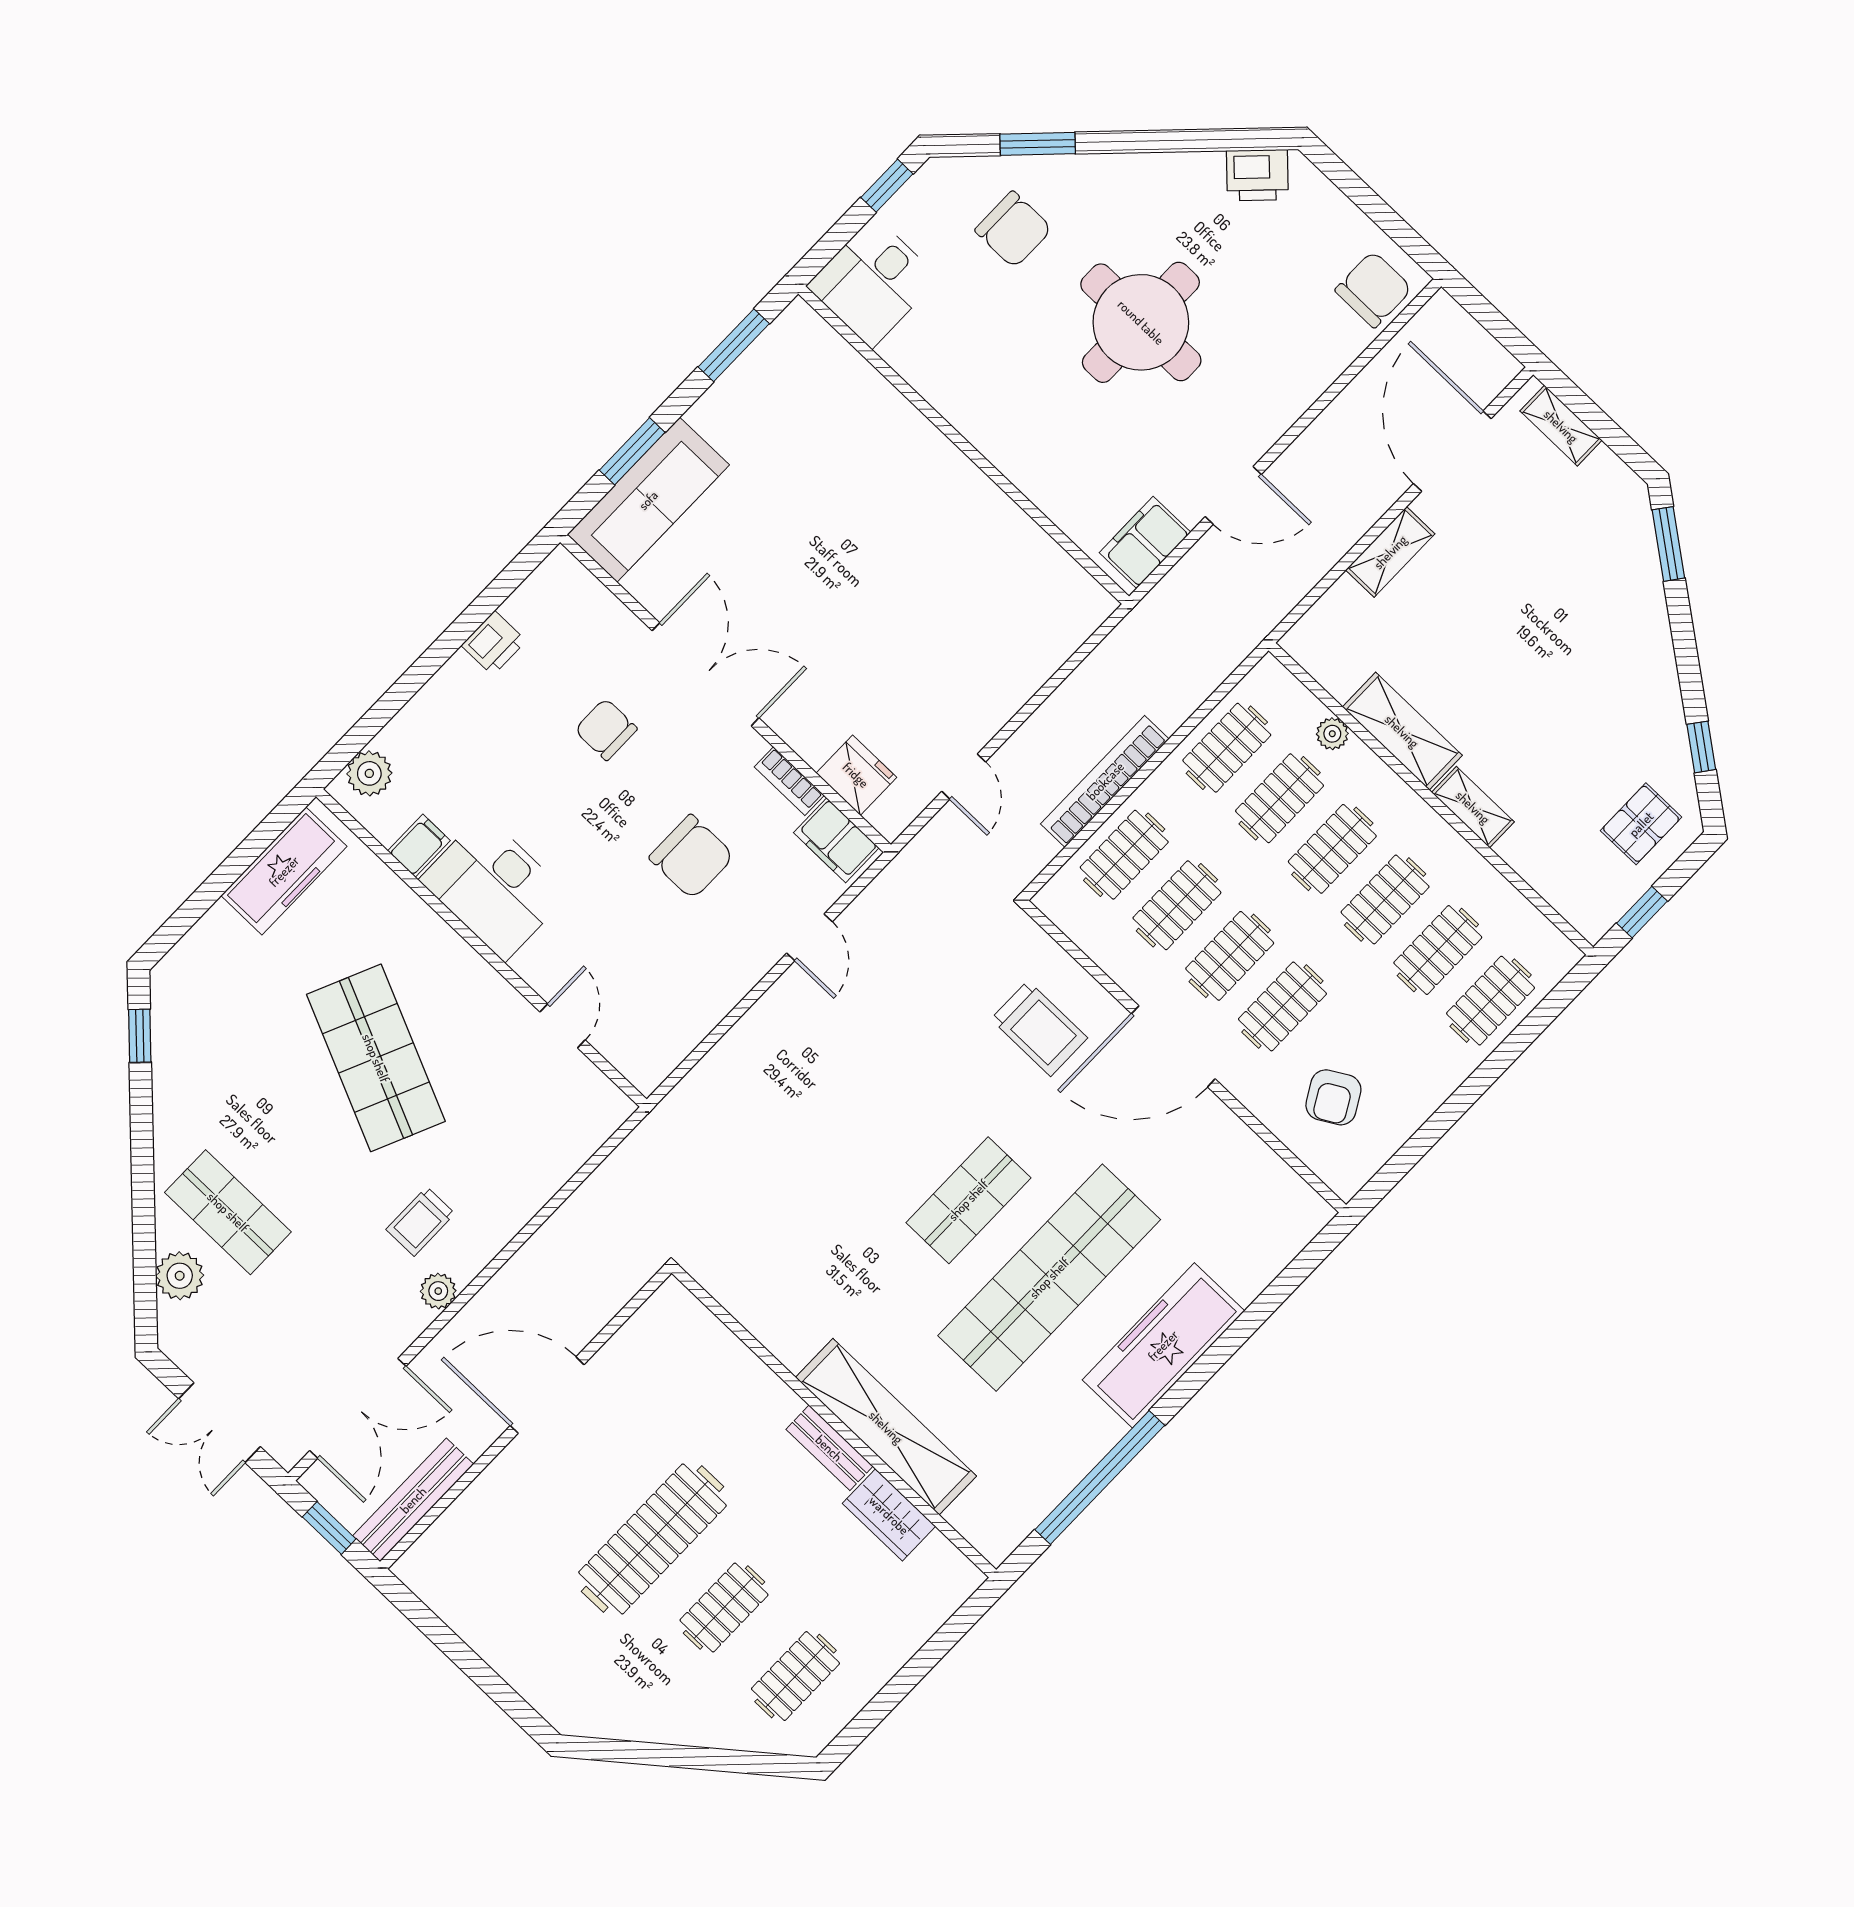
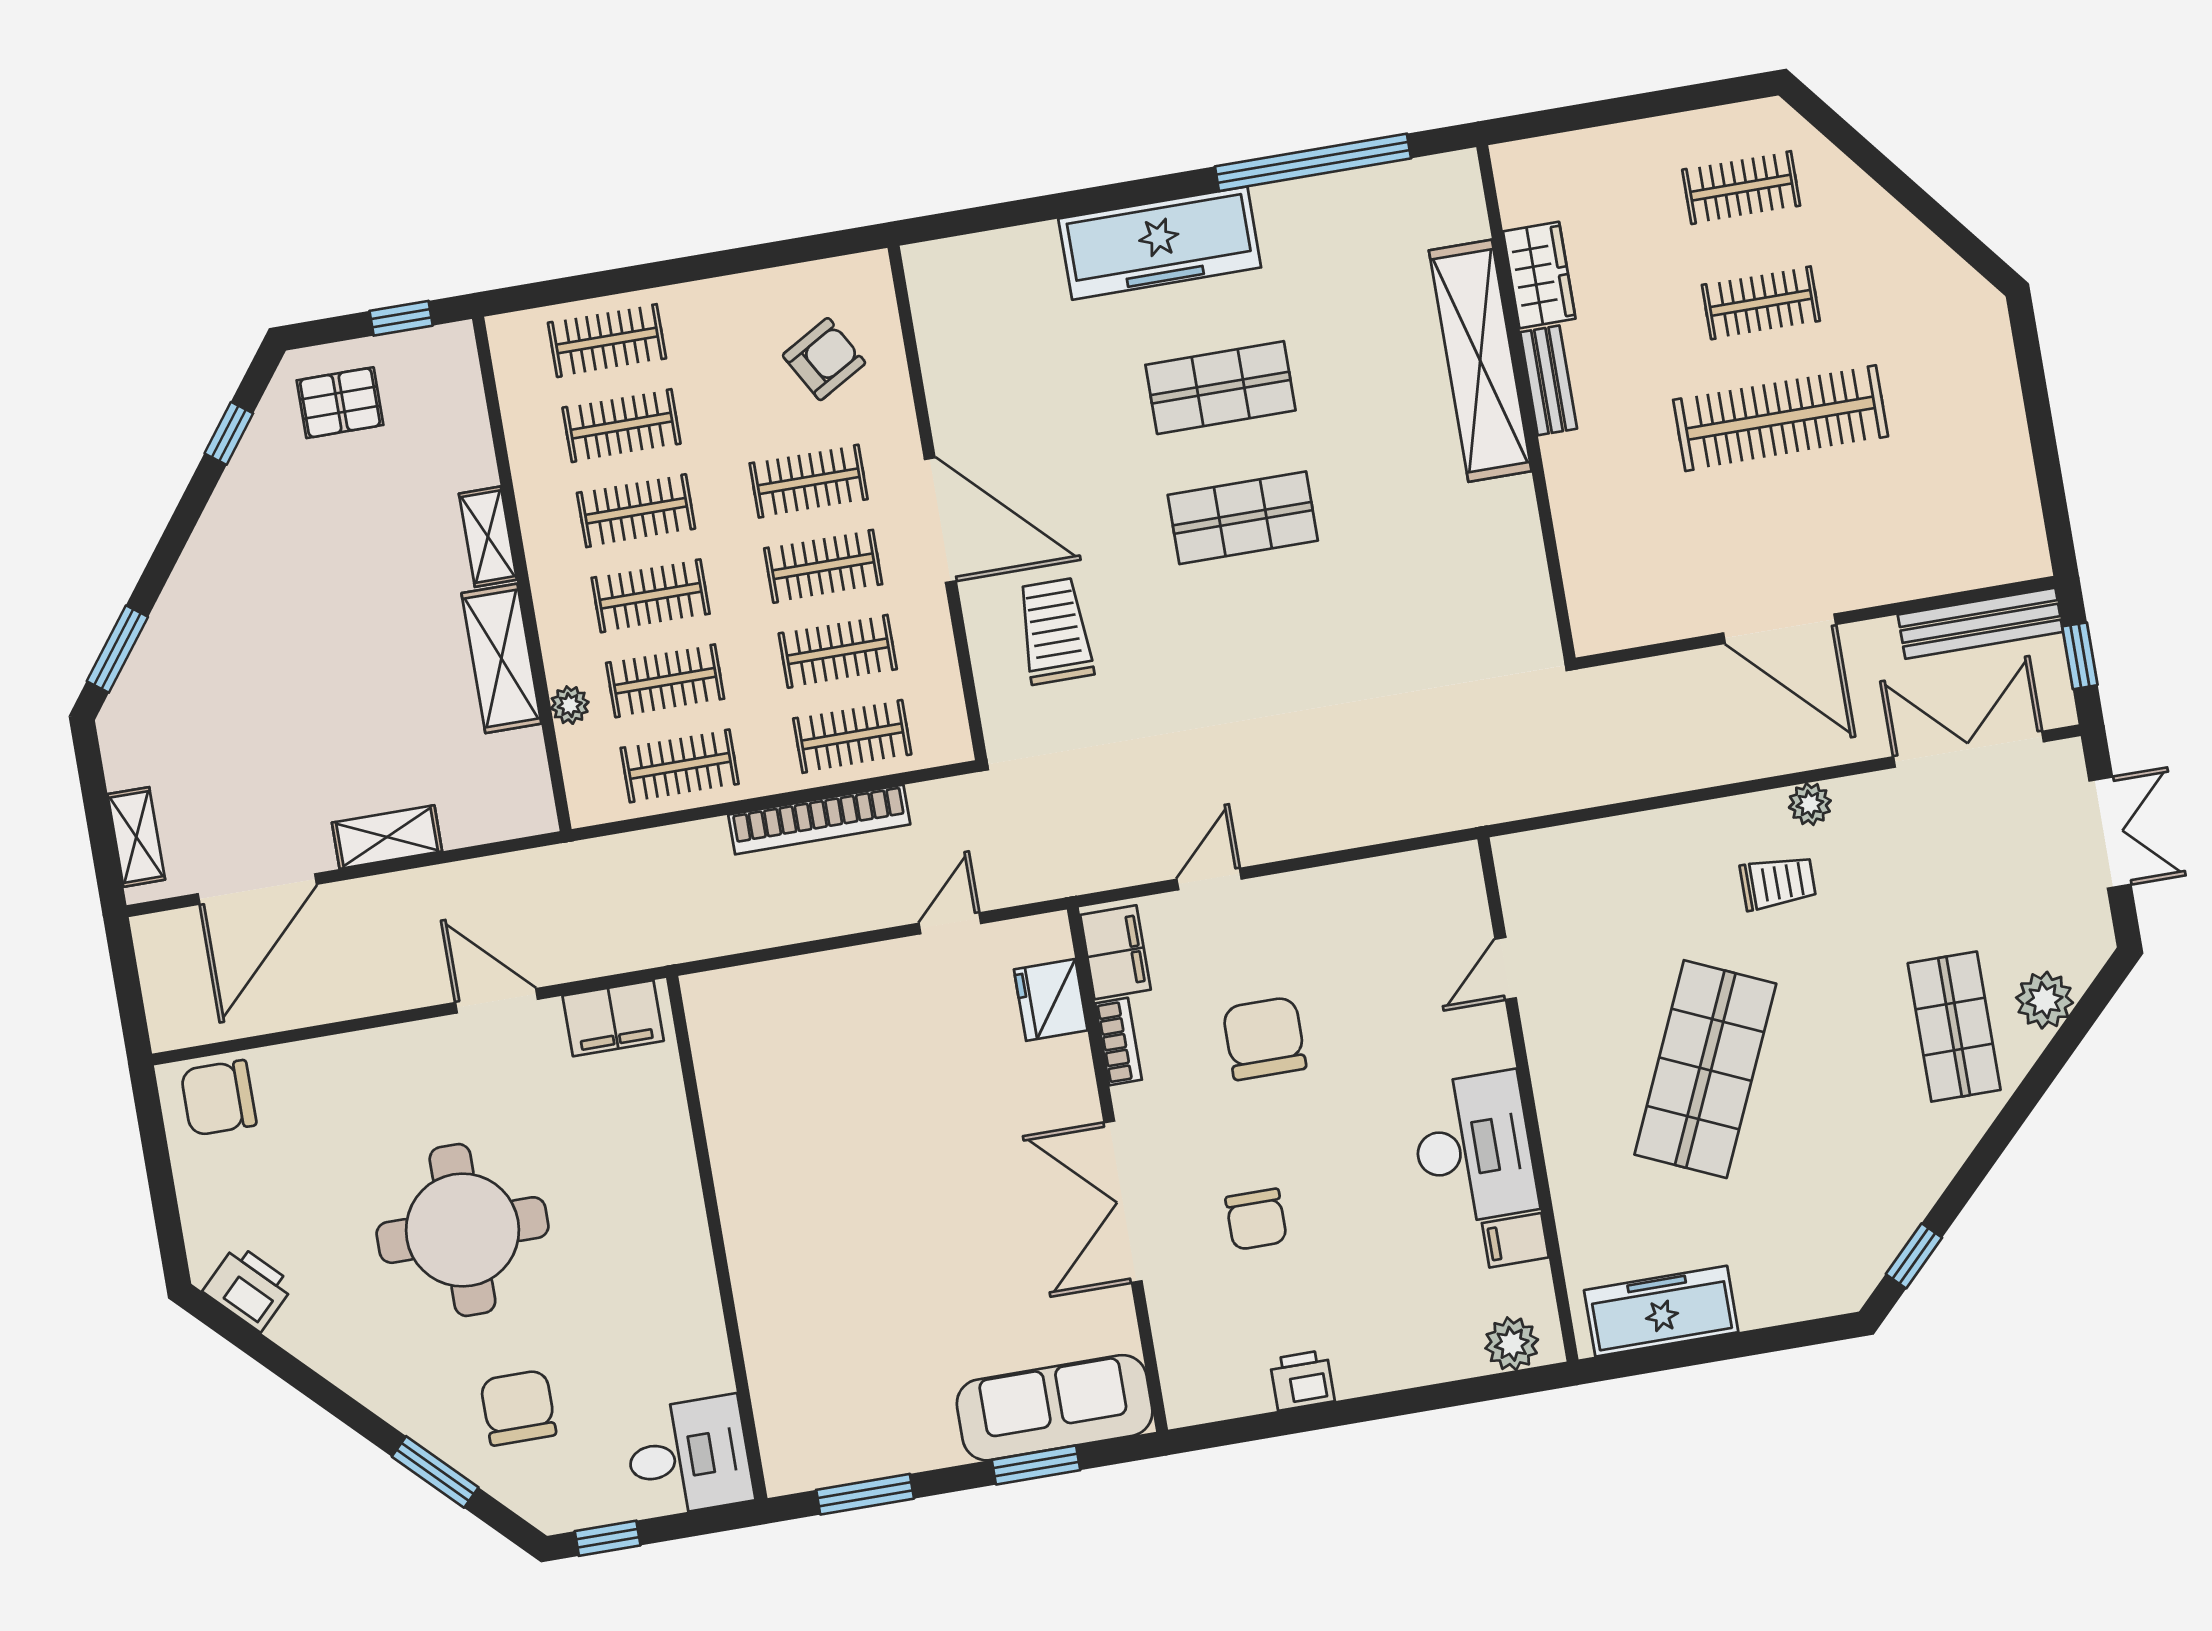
shop shelf: (1049, 1278) -> (1221, 388), width x0.50, depth x0.74

